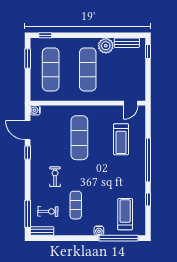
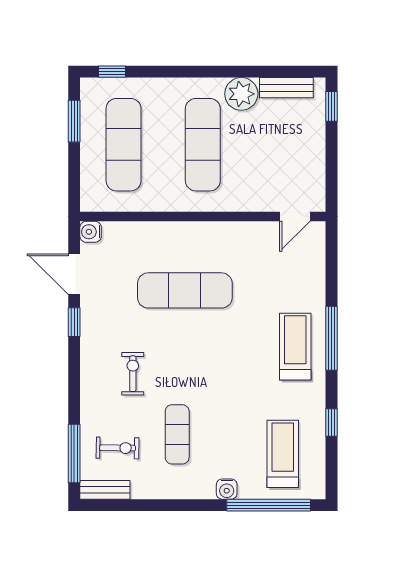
exercise mat: (79, 138) -> (185, 290), turned 90
treadmill: (121, 139) -> (295, 347), moved, turned 180
window: (148, 160) -> (332, 338), width x0.68

